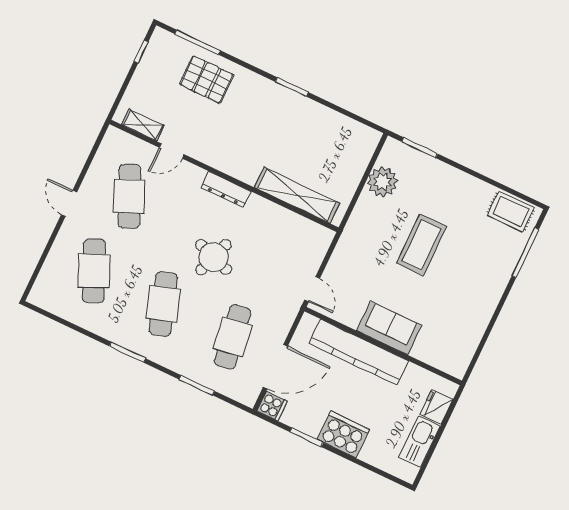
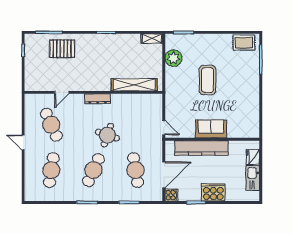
shelving: (143, 125) -> (152, 39), moved
cafe table: (94, 271) -> (51, 170), turned 33
cafe table: (163, 304) -> (93, 170), turned 42

